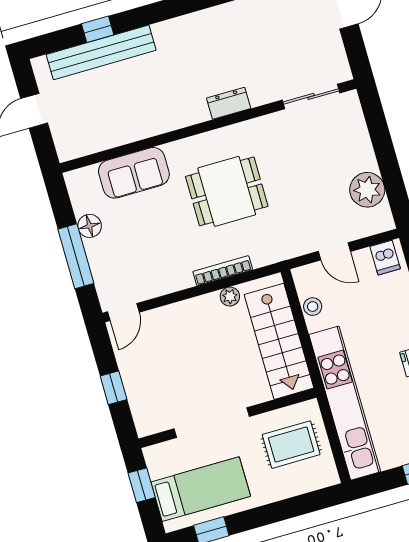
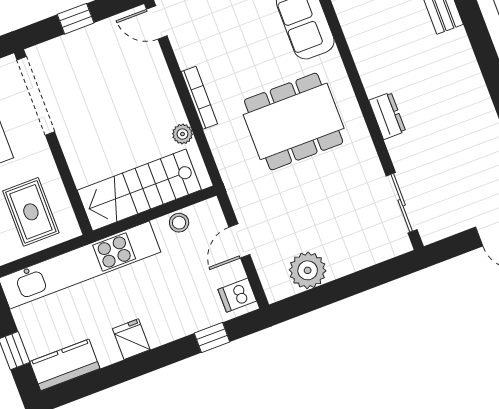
dining table: (227, 191) -> (294, 121), width x1.38
bookcase: (223, 271) -> (199, 98), moved
doorway: (212, 423) -> (36, 96), moved

